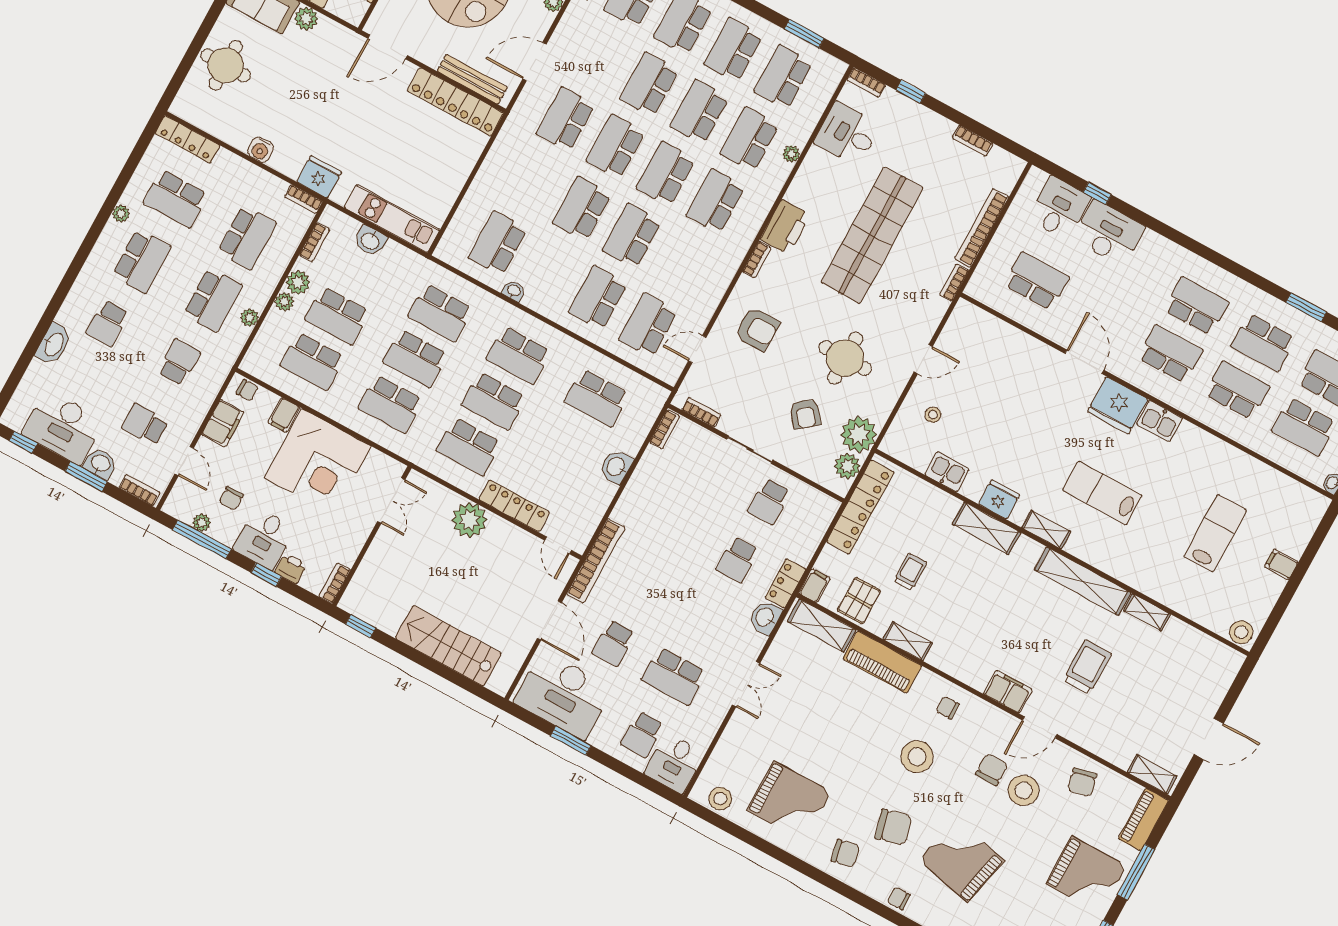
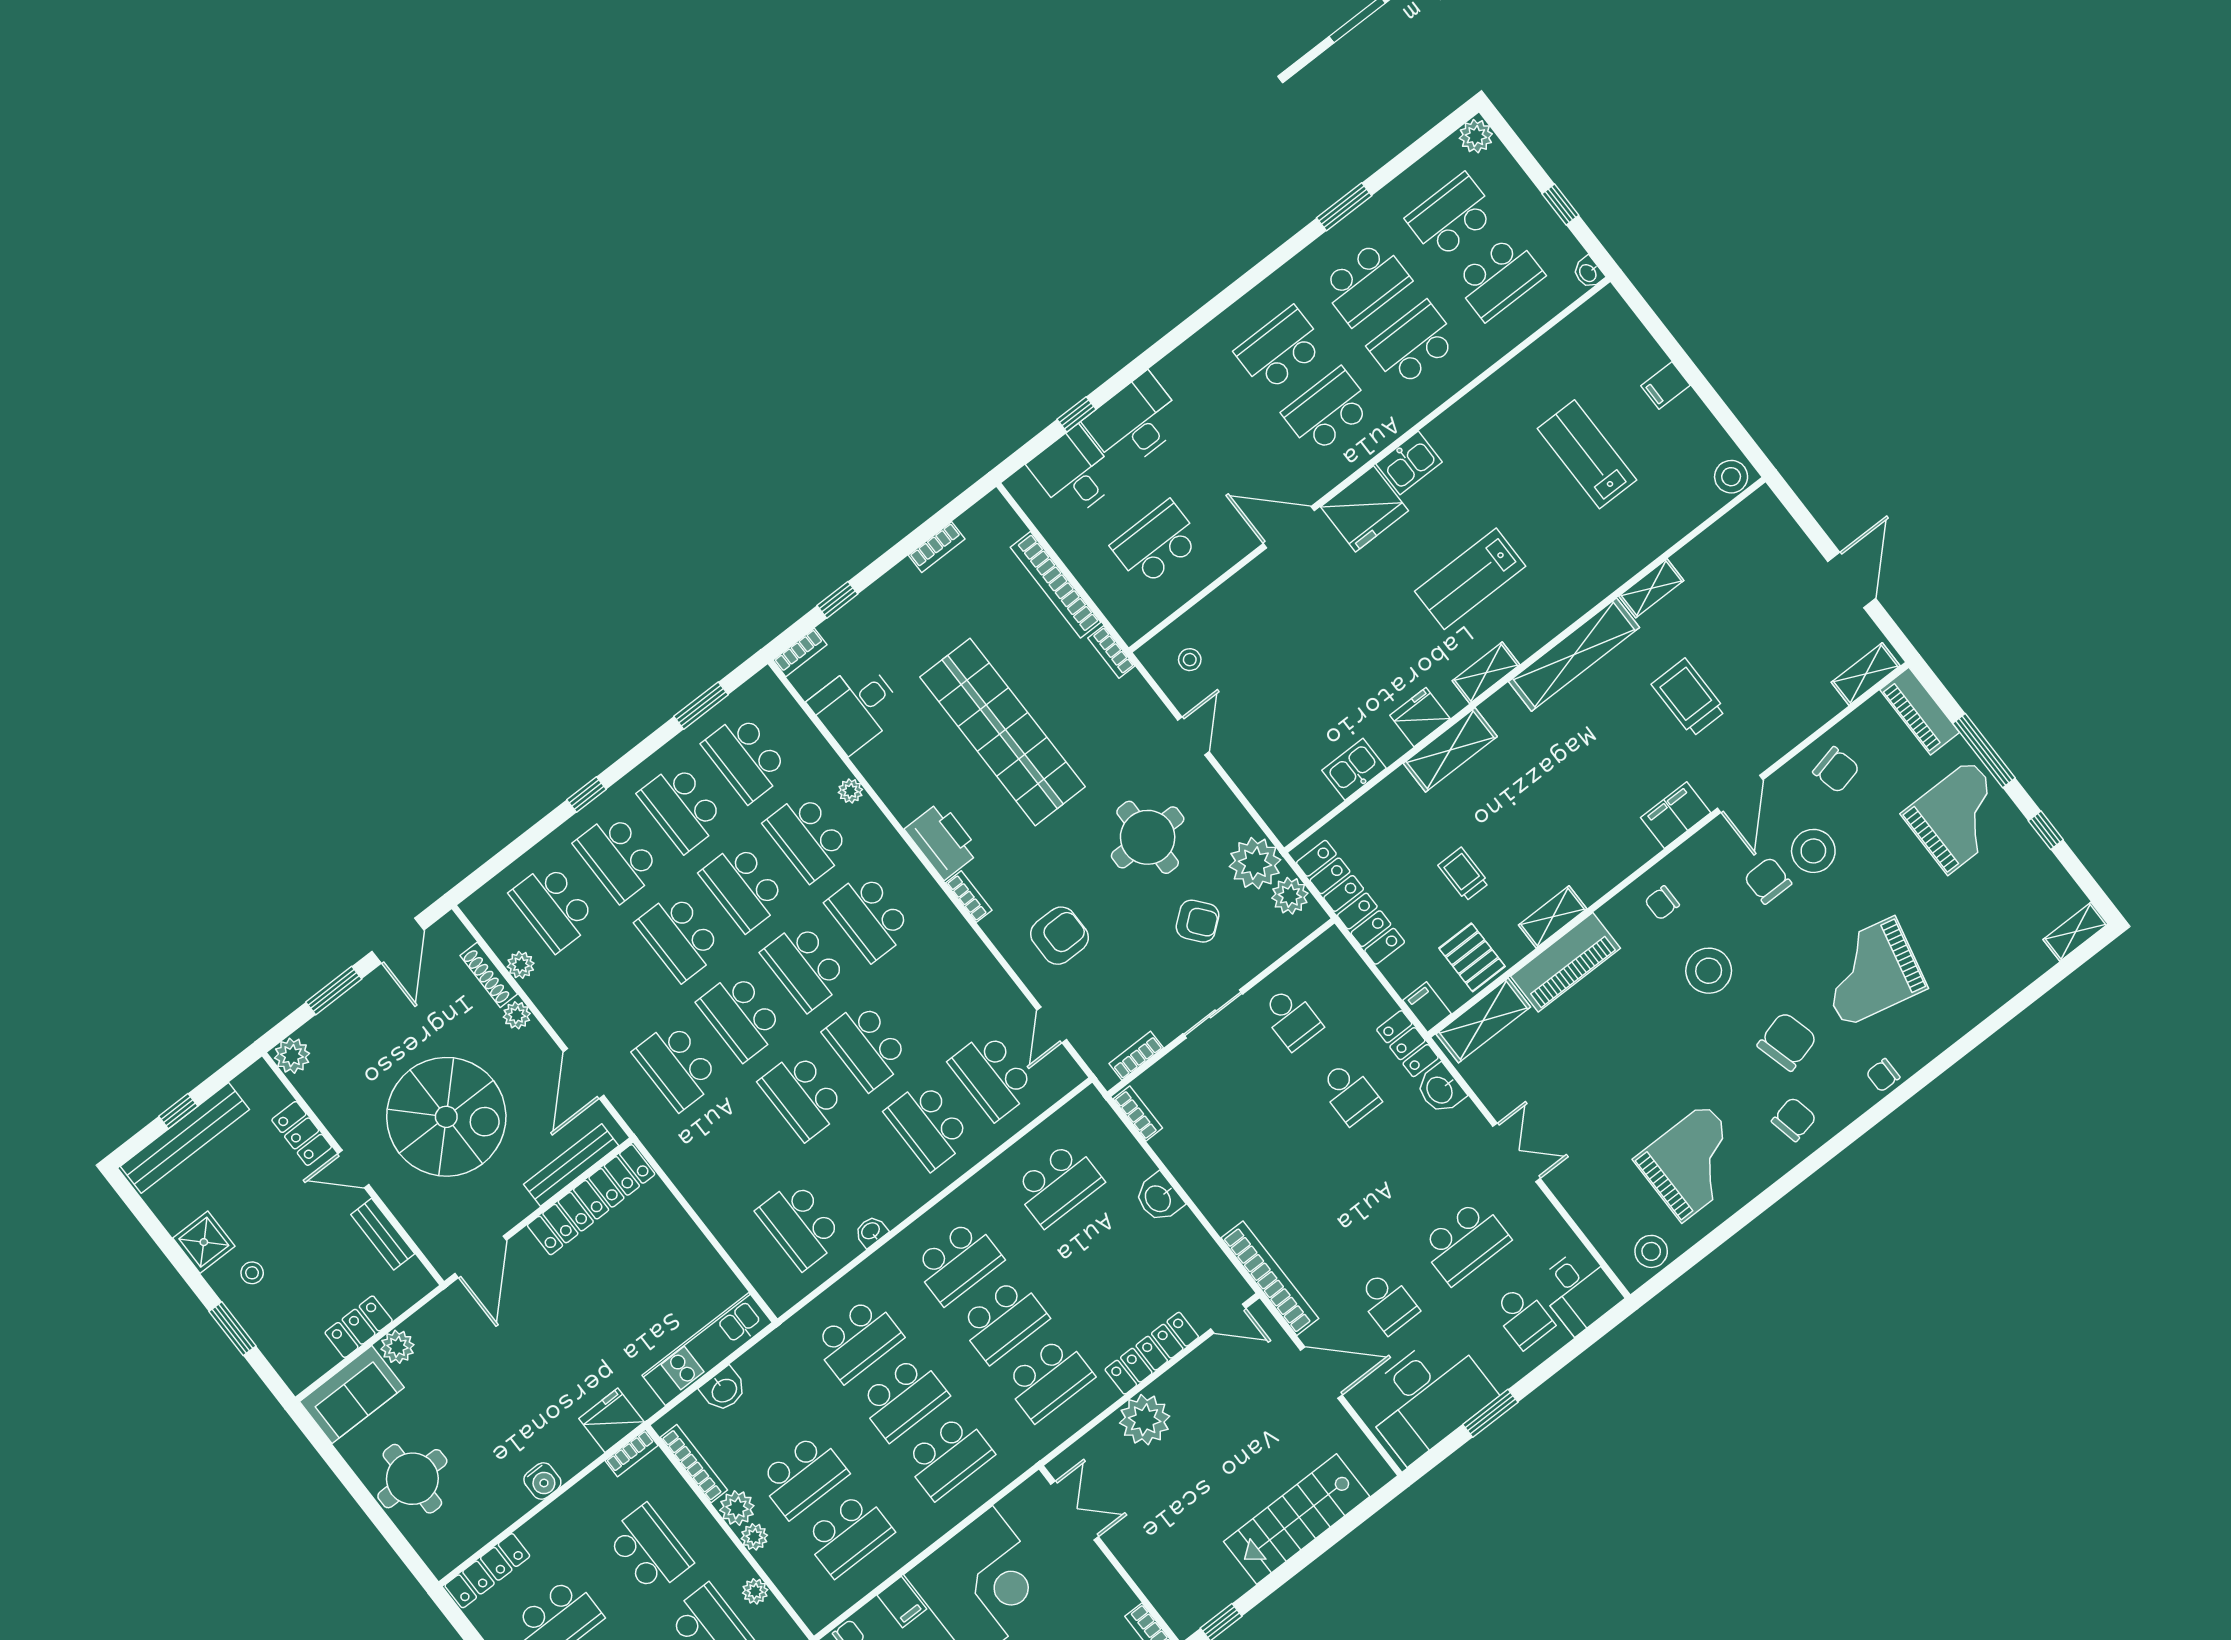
bookcase: (314, 242) -> (694, 1464), width x1.56
stool: (933, 415) -> (1190, 660), moved

